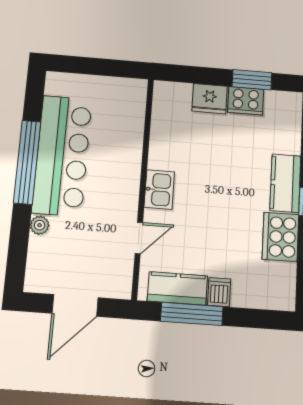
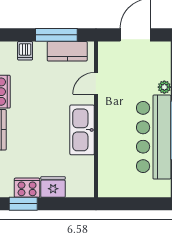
kitchen sink: (159, 190) -> (82, 130), width x1.87, depth x1.24
dishwasher: (219, 292) -> (25, 51), moved

